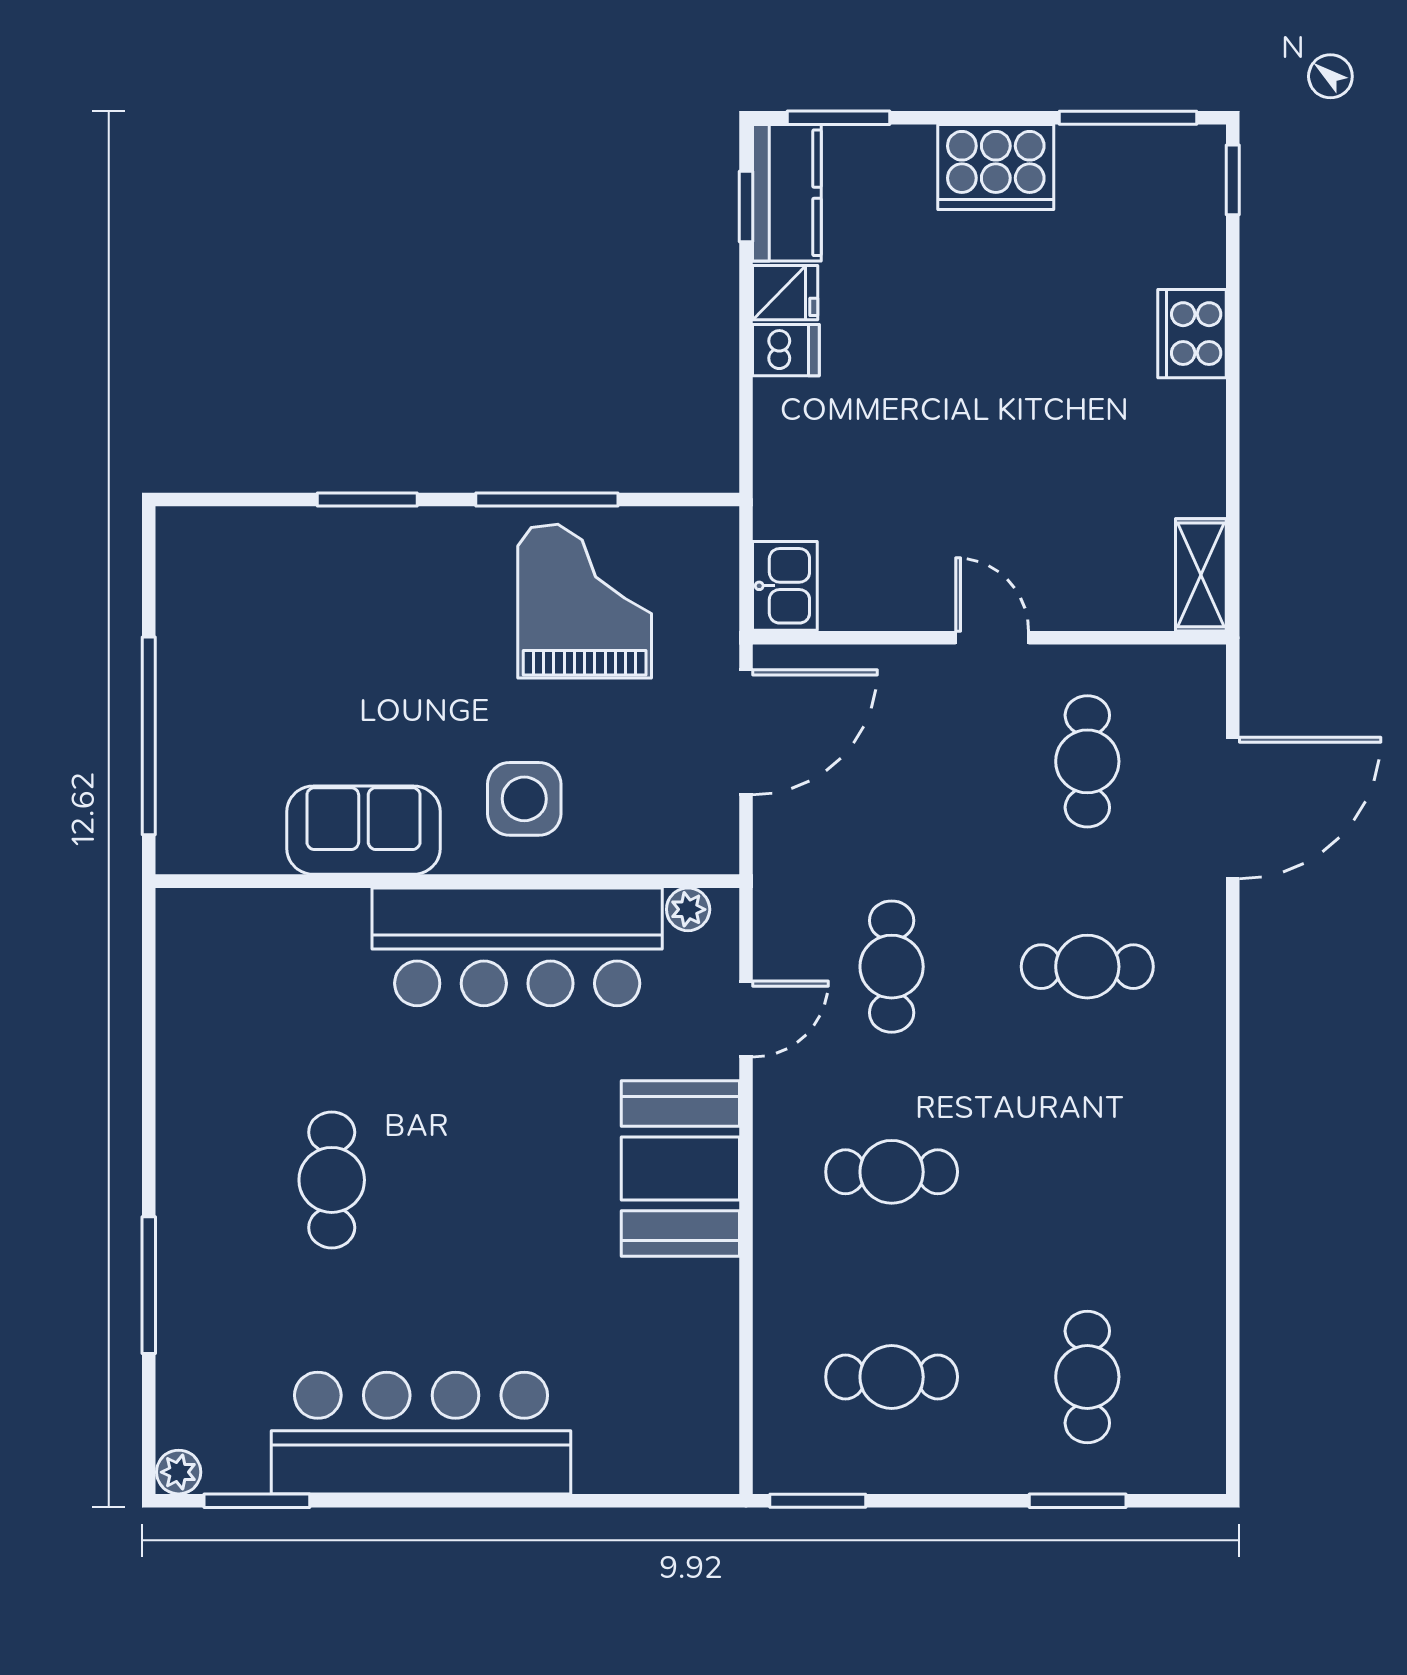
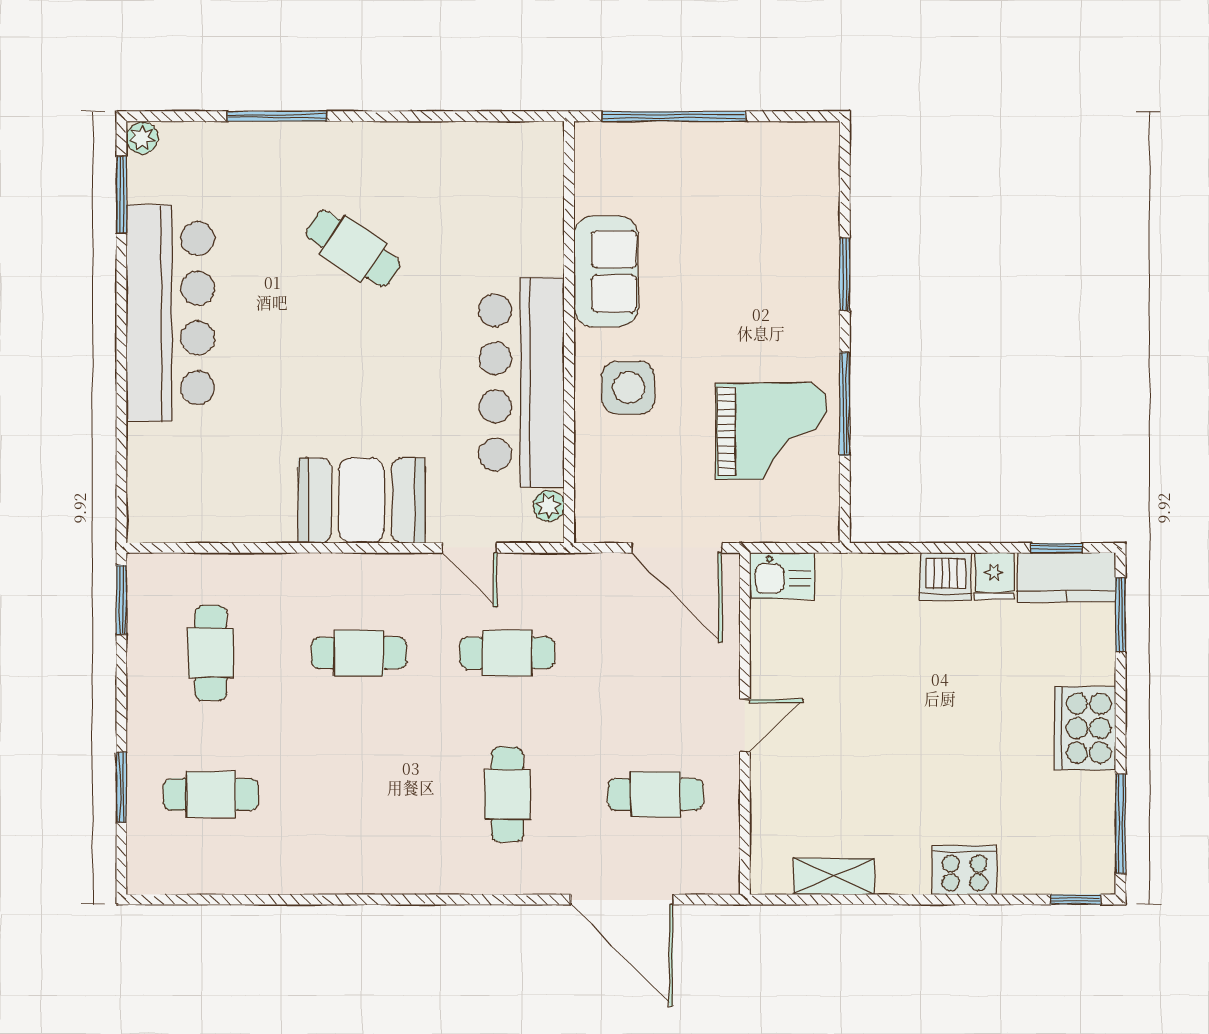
dishwasher: (786, 350) -> (946, 577), width x1.38
shelving: (1201, 575) -> (834, 876), moved
cafe table: (892, 1172) -> (359, 653), turned 90
cafe table: (332, 1180) -> (353, 248), turned 34

